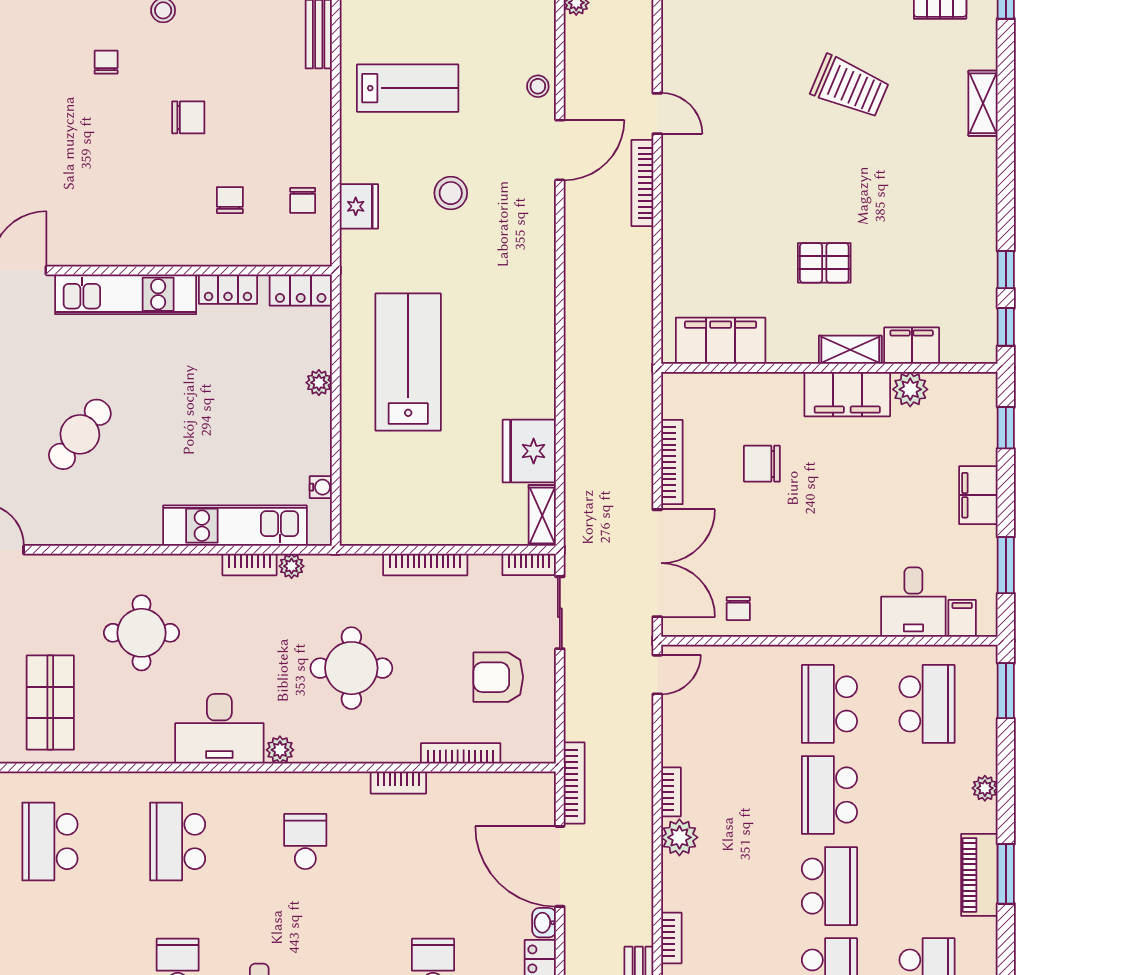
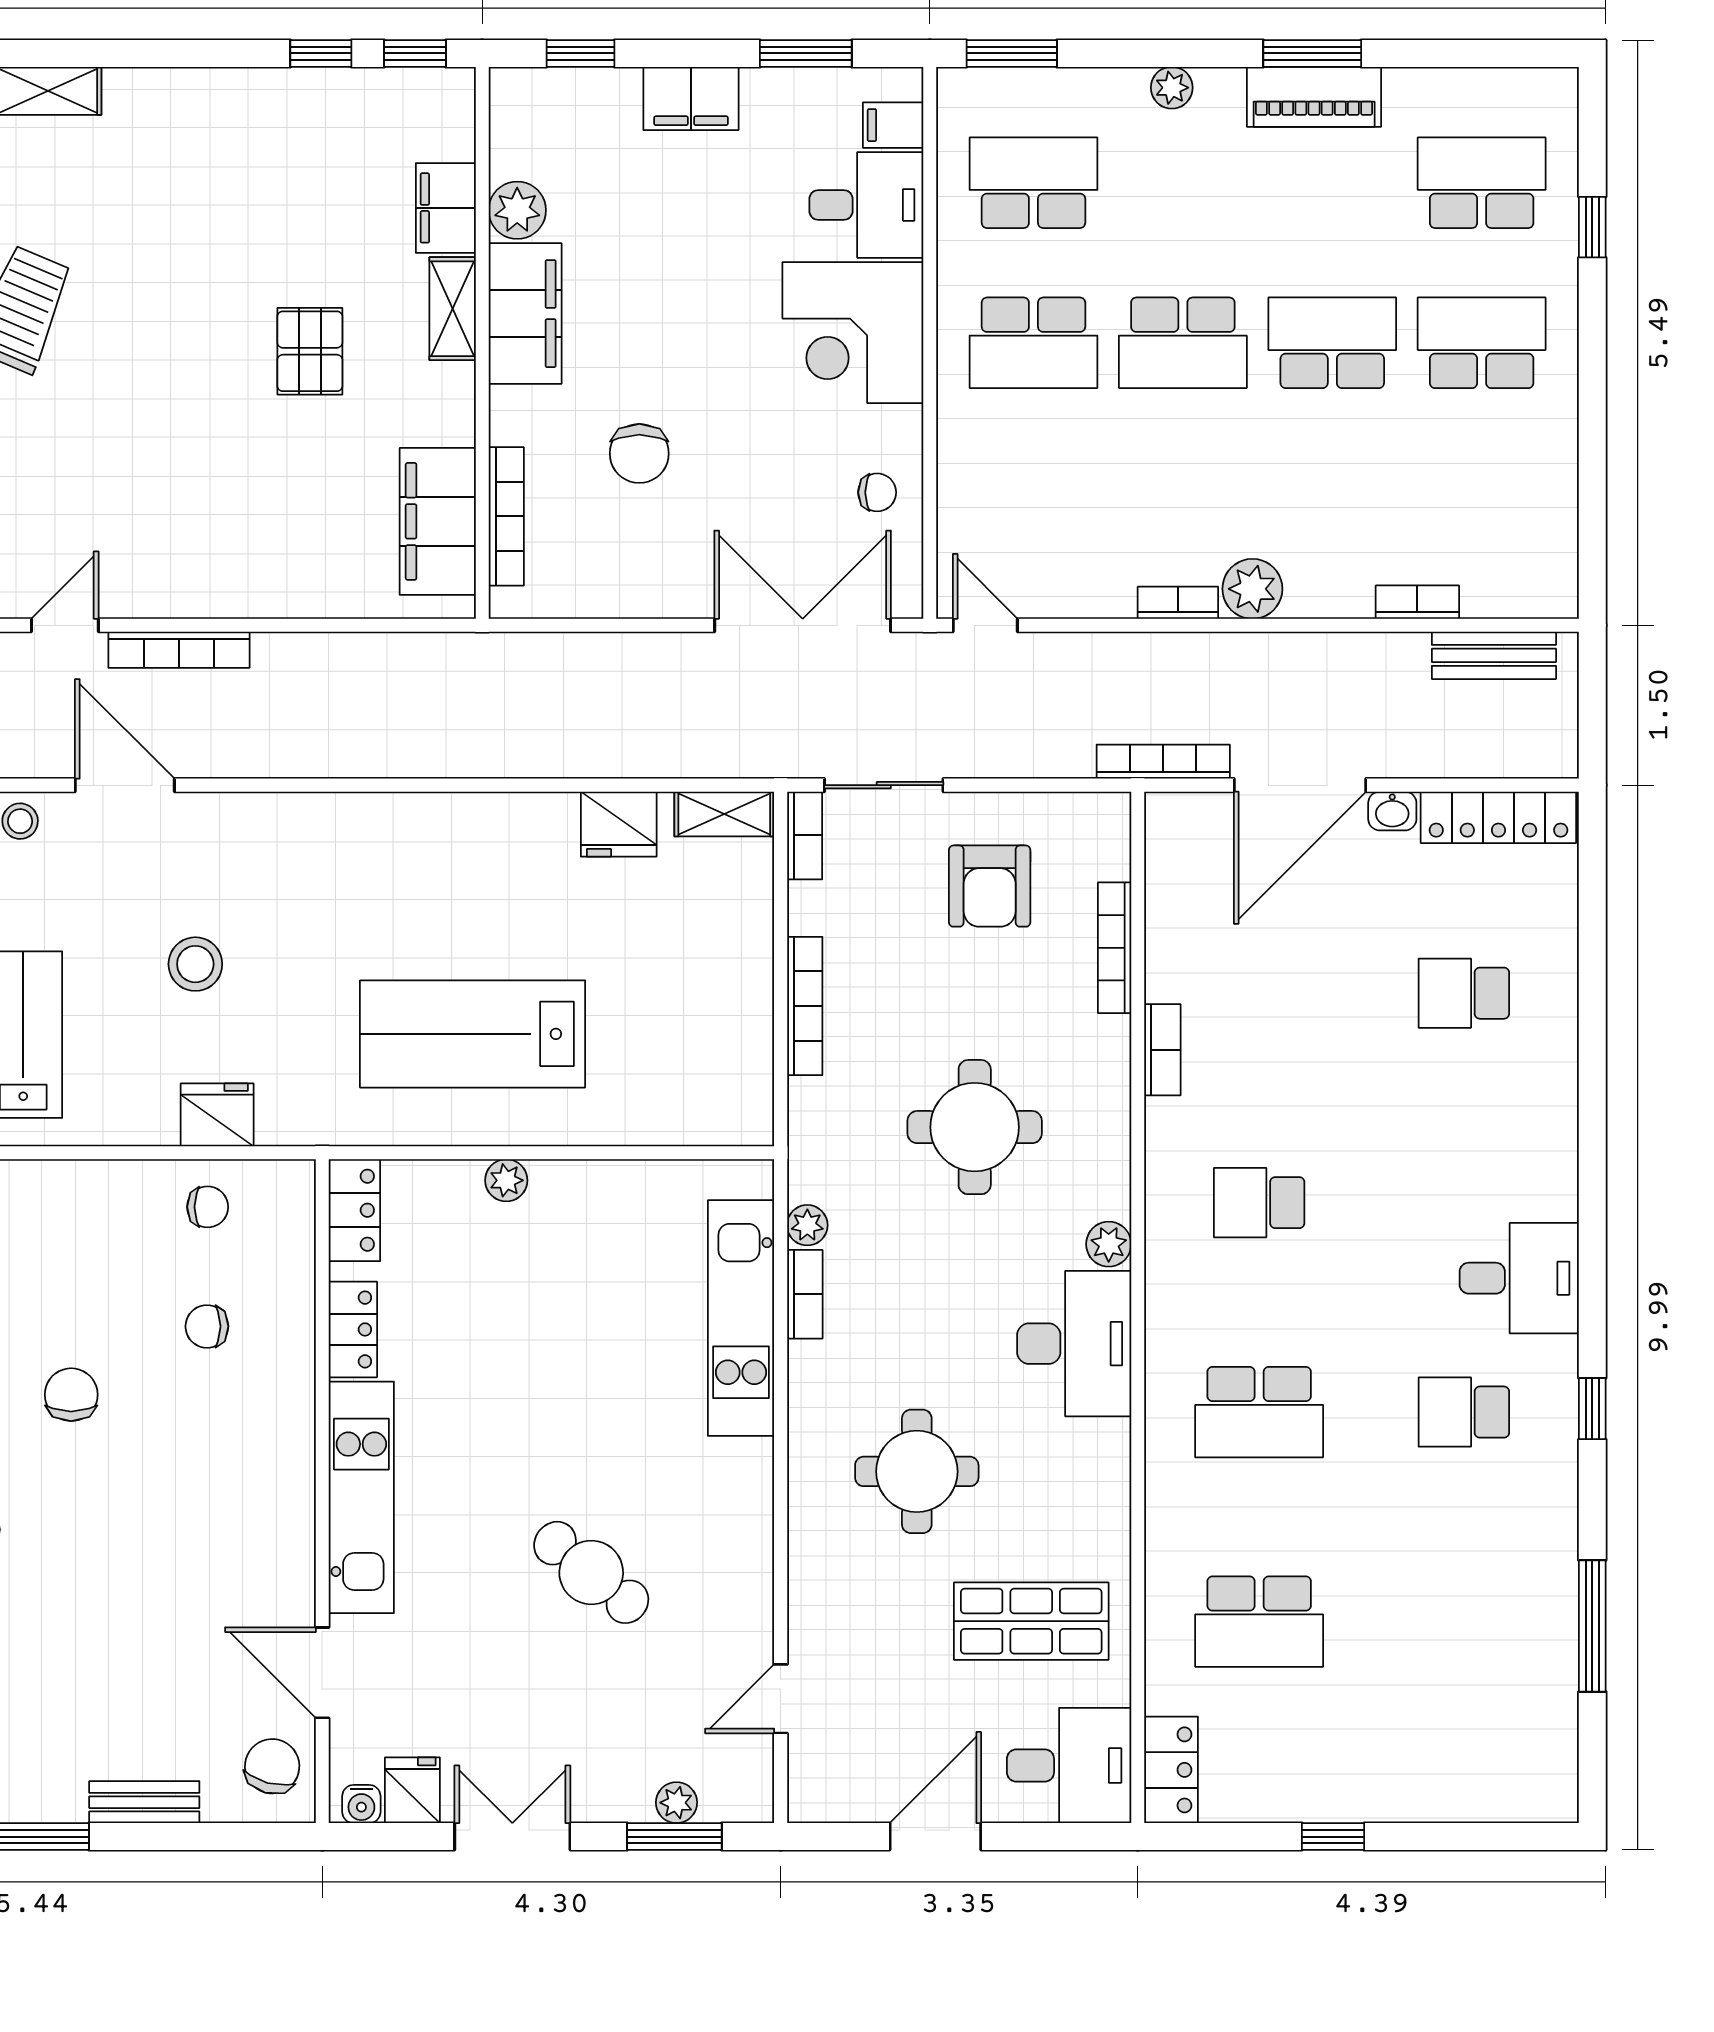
fridge: (529, 451) -> (619, 824), width x0.73, depth x0.75
bookcase: (672, 462) -> (506, 516), moved, turned 90
water cooler: (321, 487) -> (678, 1177), removed
corner desk: (836, 594) -> (853, 333), added

